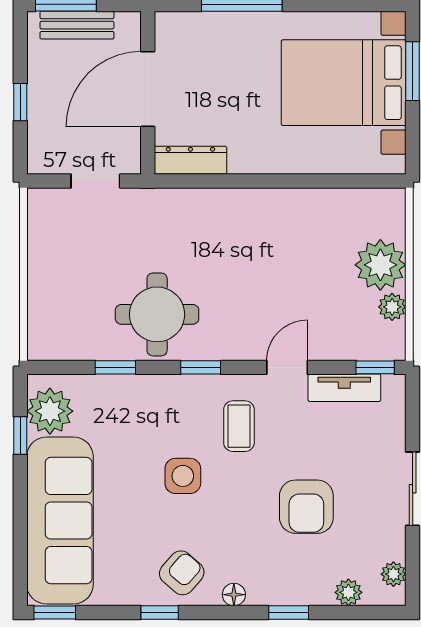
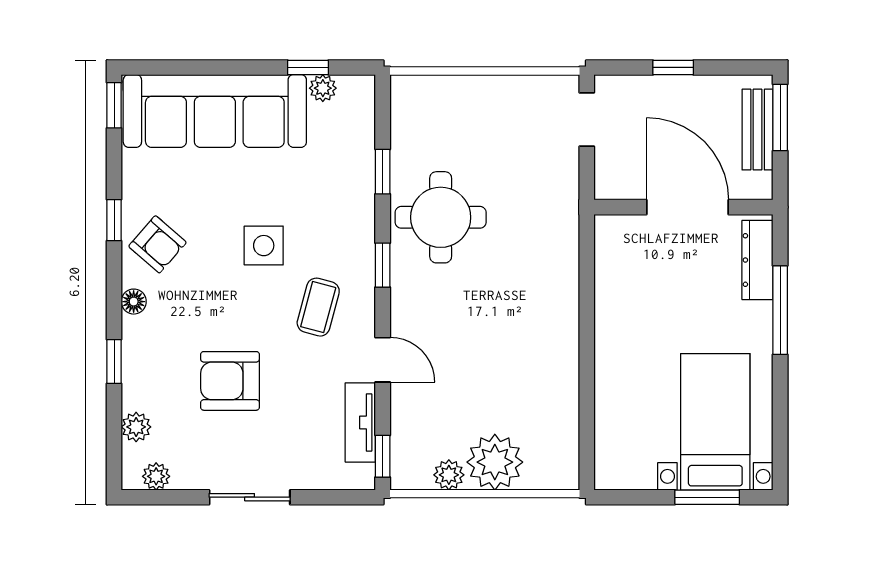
bed with nightstands: (344, 83) -> (715, 422), width x0.73
dresser: (190, 160) -> (757, 260), moved, turned 180
doorway: (95, 181) -> (587, 119), moved
plant: (50, 411) -> (323, 88), width x0.53, depth x0.53
coffee table: (239, 426) -> (318, 307), turned -75

